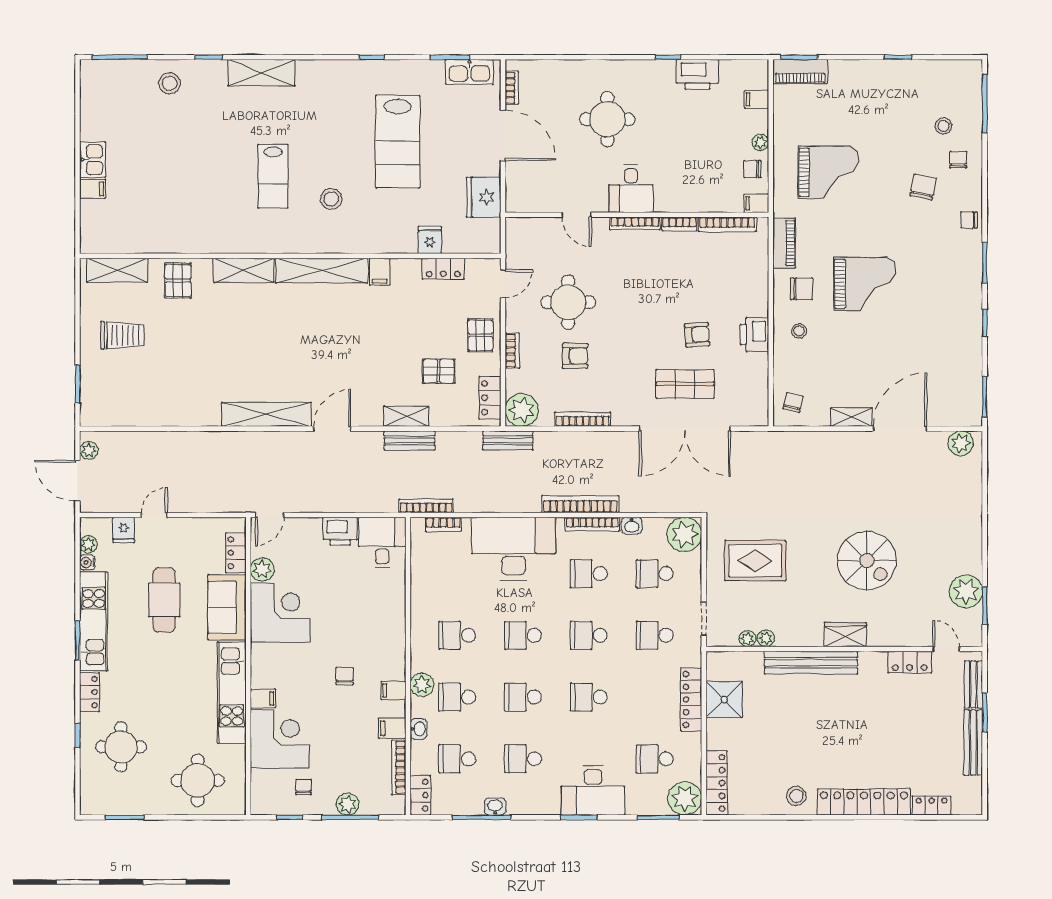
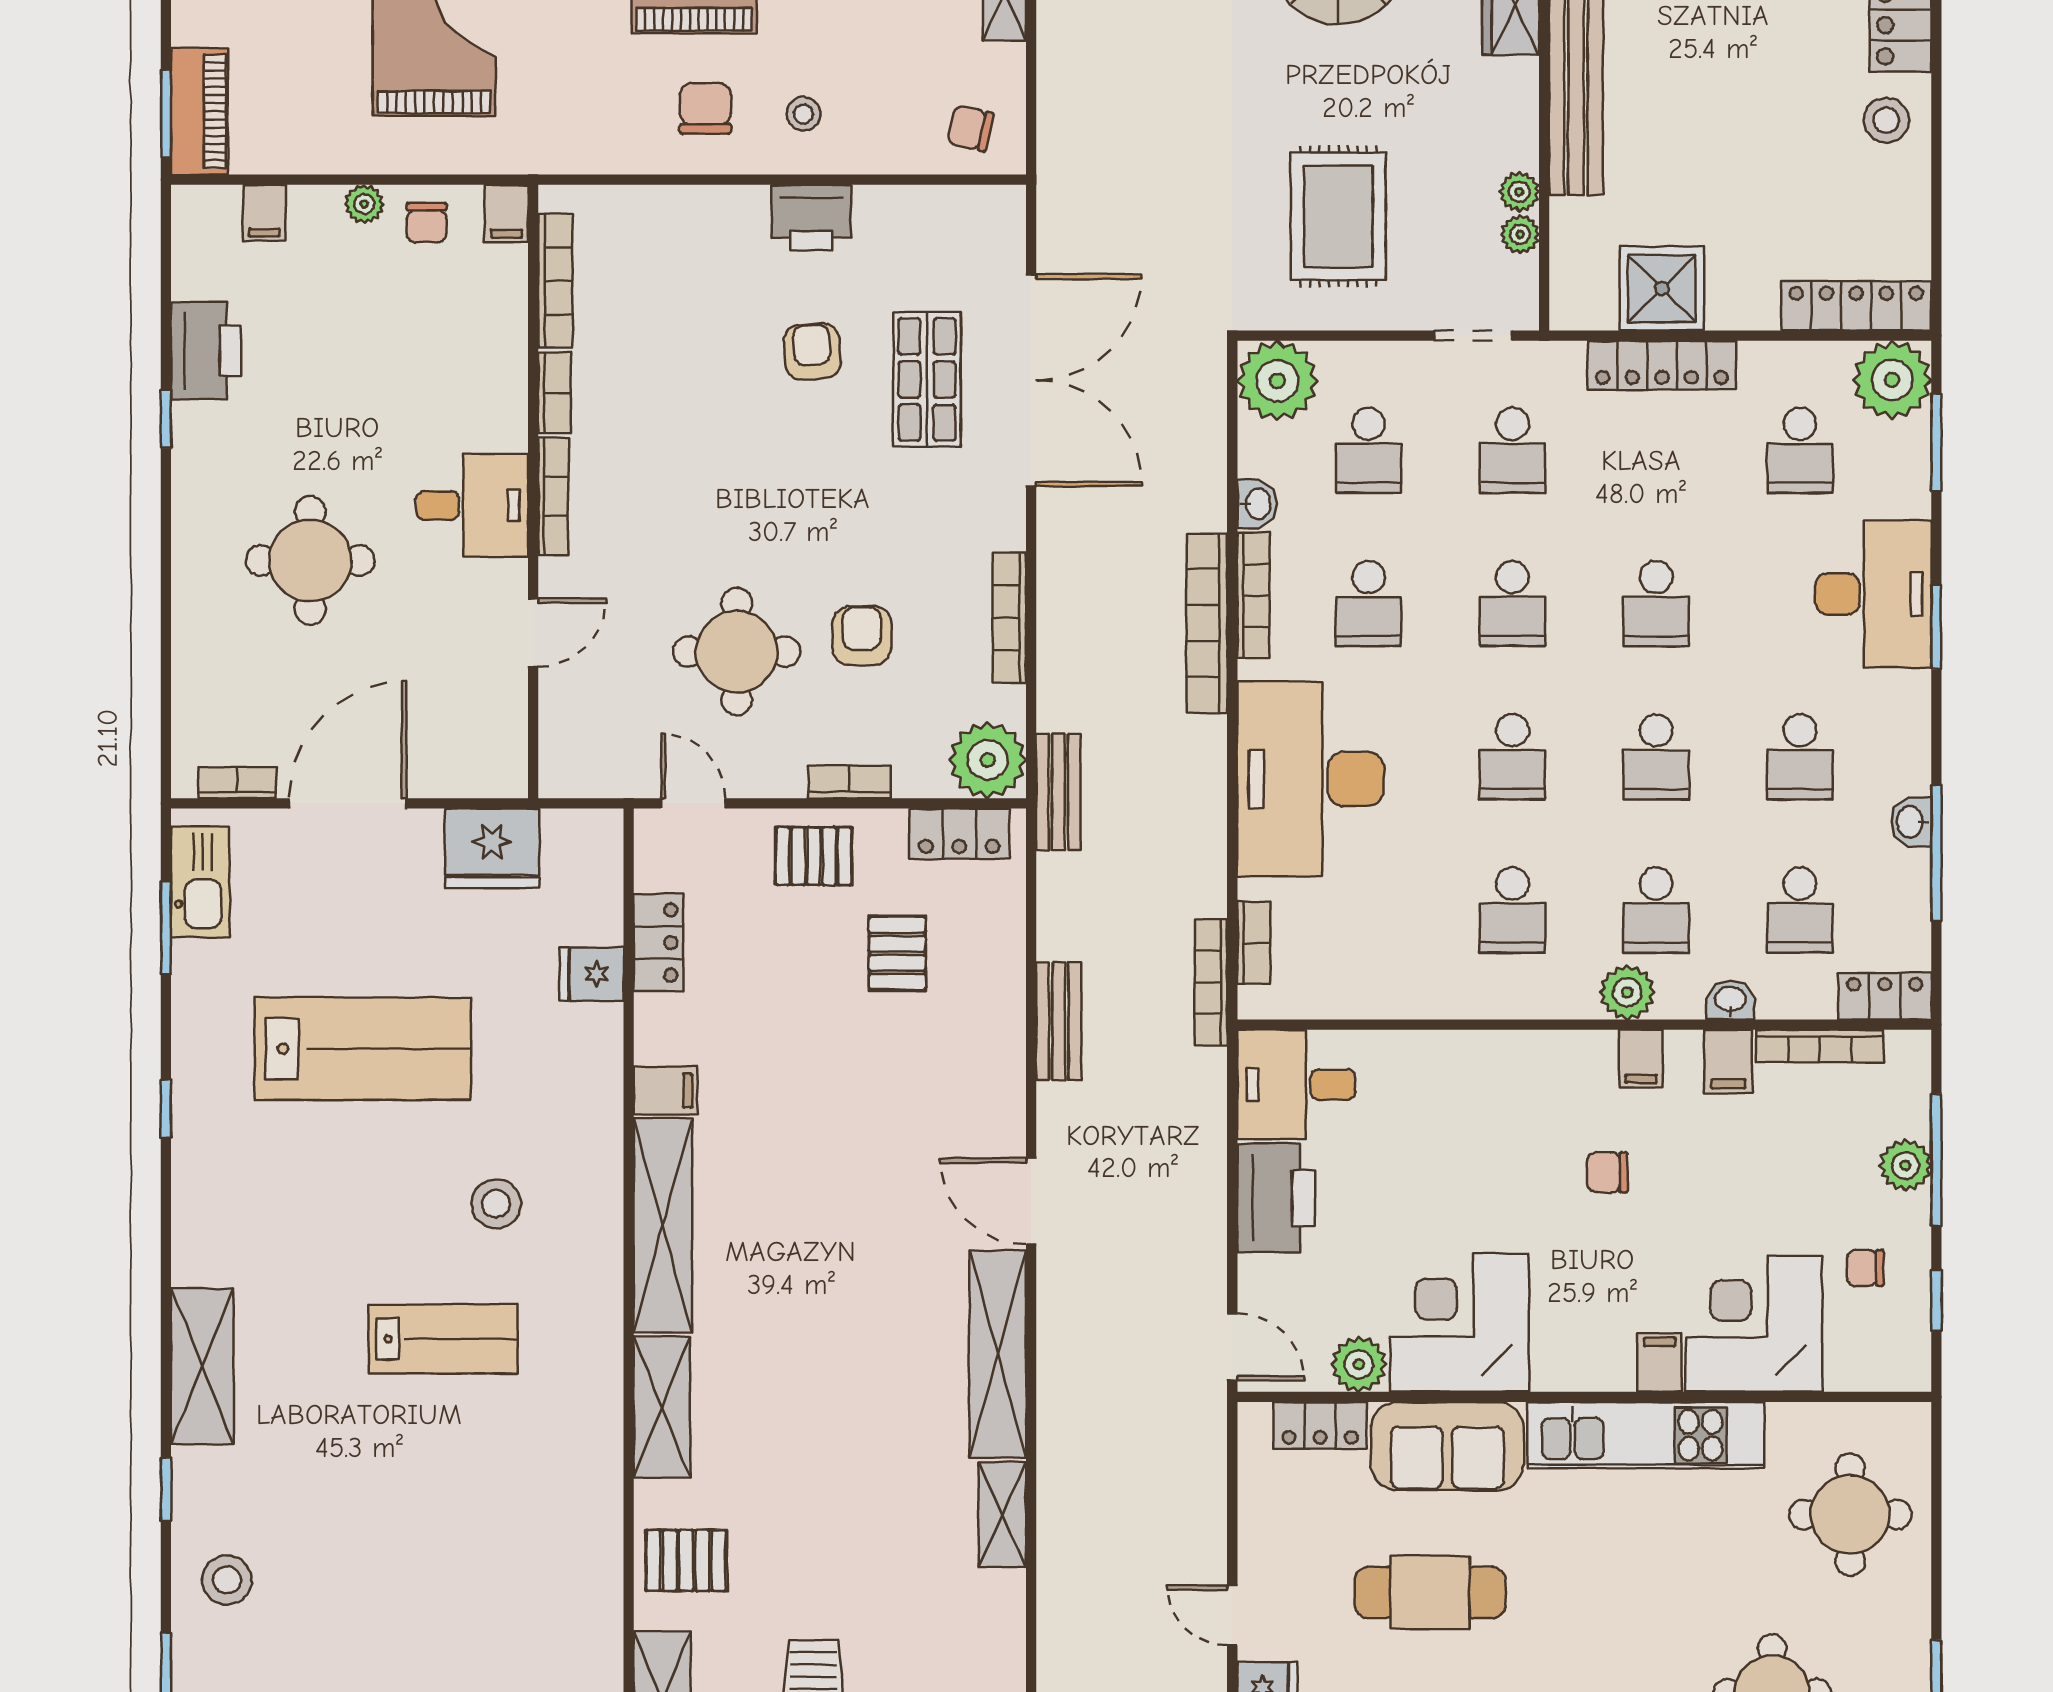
piano: (784, 243) -> (599, 149), removed
shelving: (406, 416) -> (1002, 1515), moved
printer: (340, 531) -> (1276, 1198), width x1.37, depth x1.19

